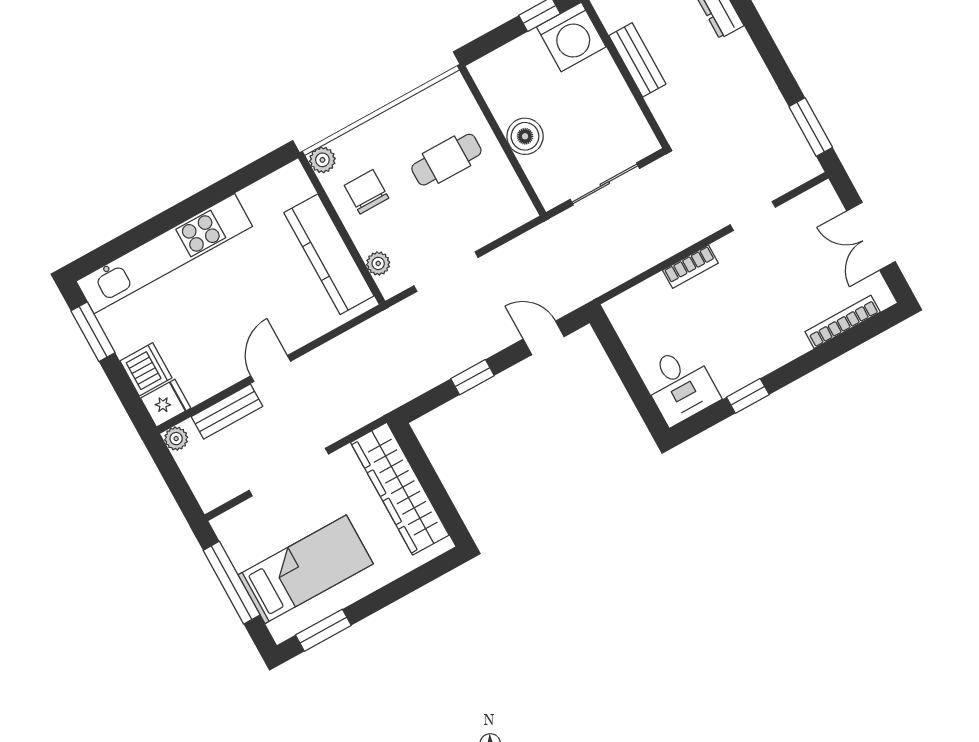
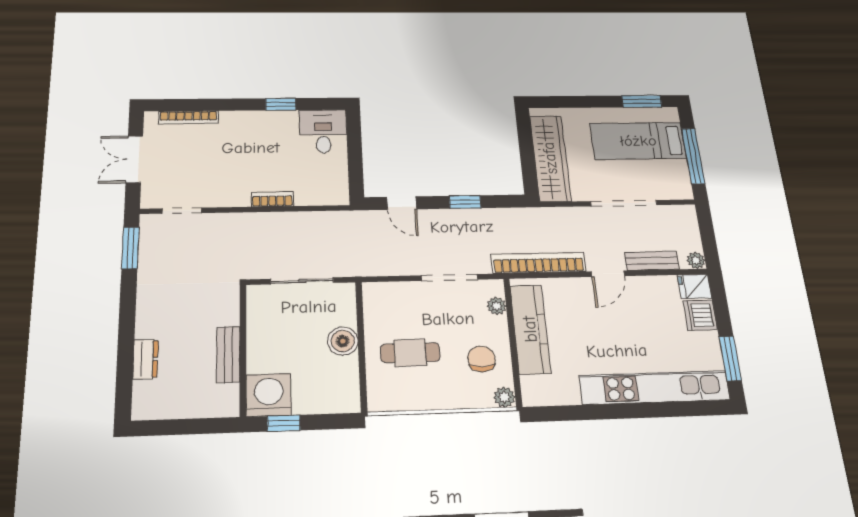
chair: (366, 192) -> (482, 359), turned 180
doorway: (753, 216) -> (182, 211), moved
double door: (871, 236) -> (134, 159), swing flipped
bookcase: (355, 342) -> (538, 263), added

